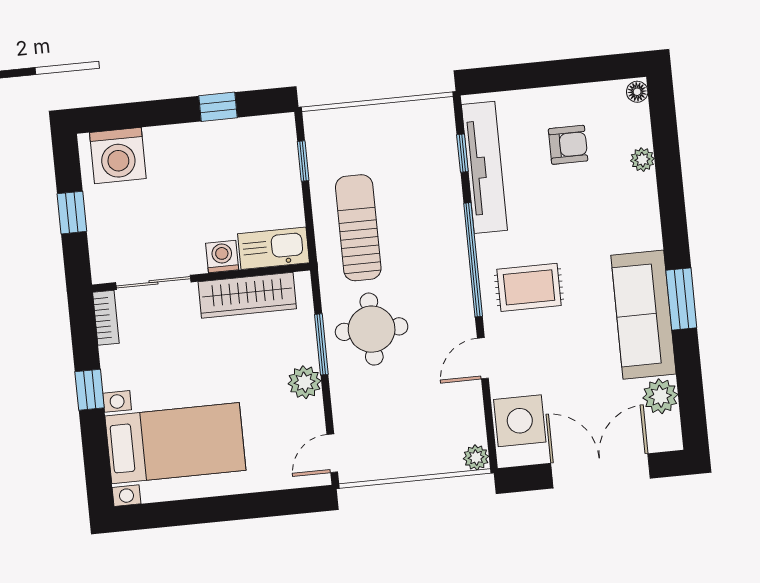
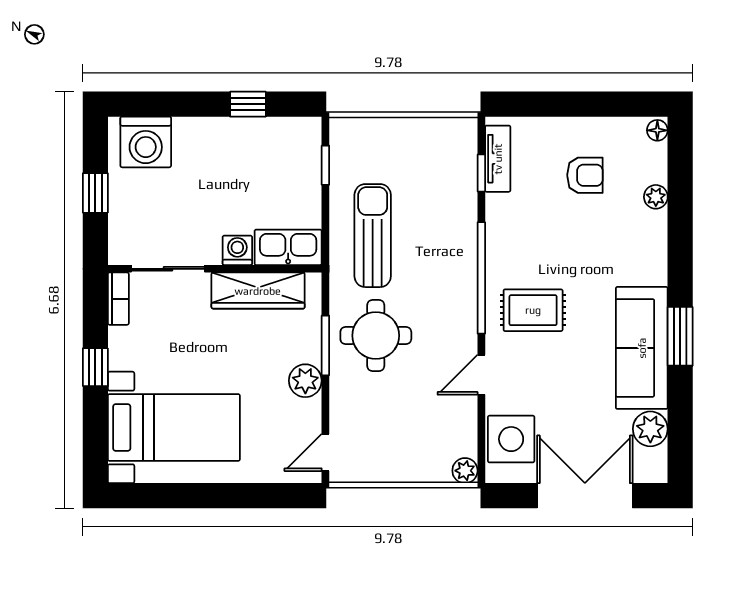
tv unit: (484, 167) -> (498, 159), width x0.52, depth x0.78

